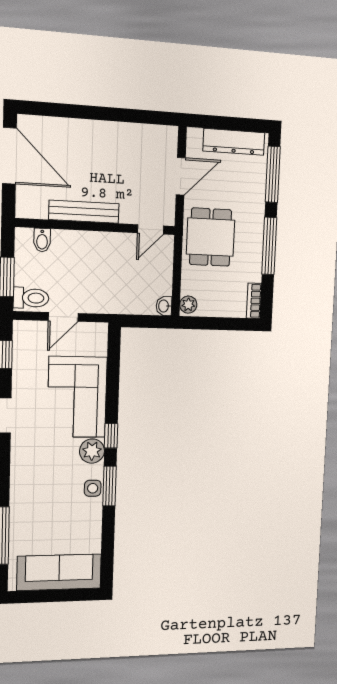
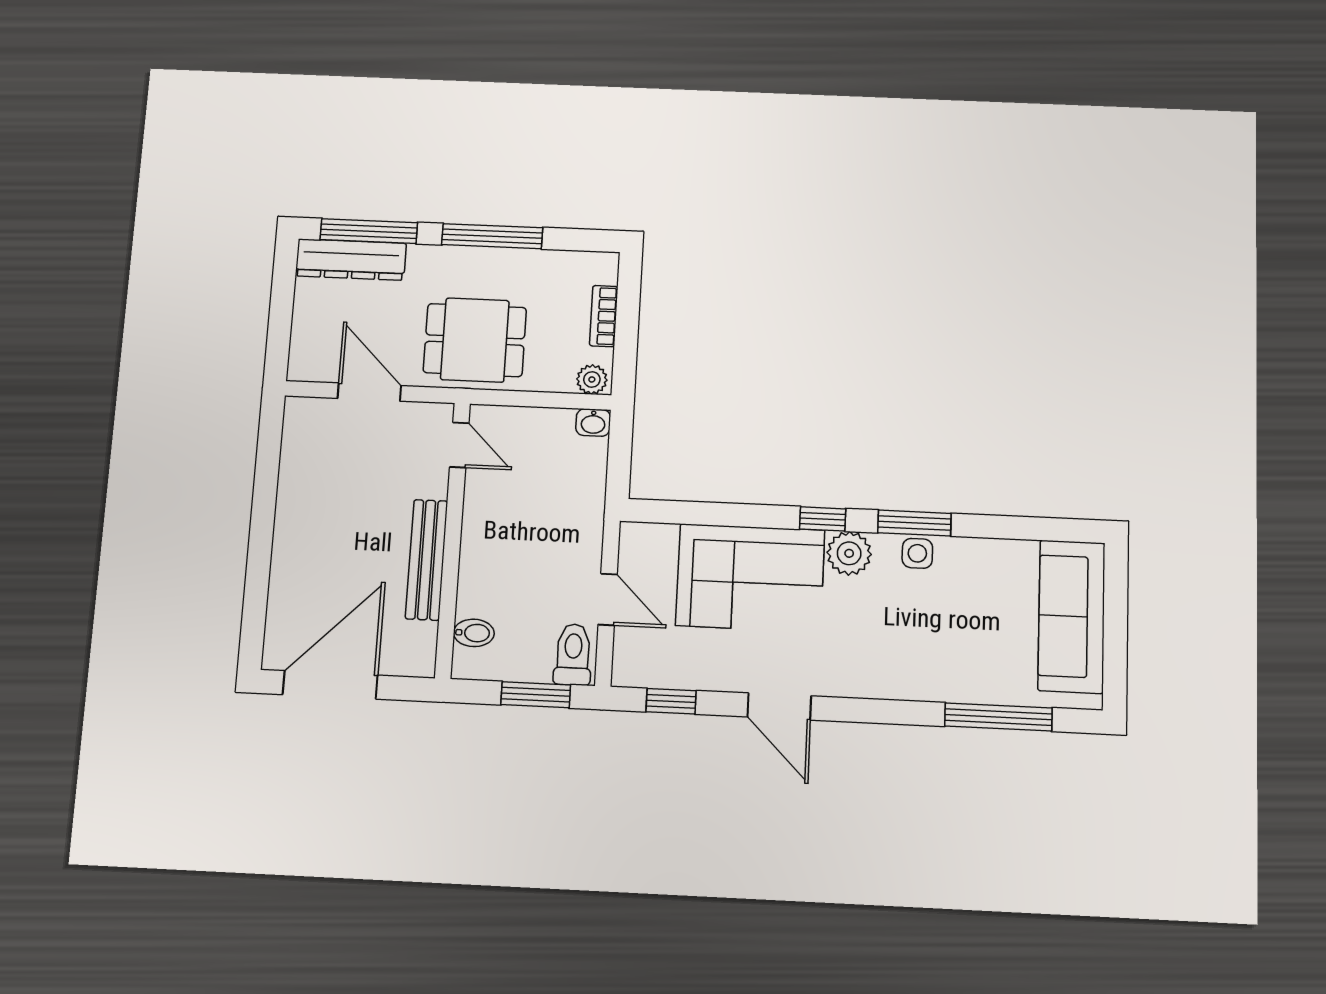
dresser: (234, 142) -> (351, 260), moved, turned 90
bookcase: (254, 301) -> (604, 316), moved, turned 90

